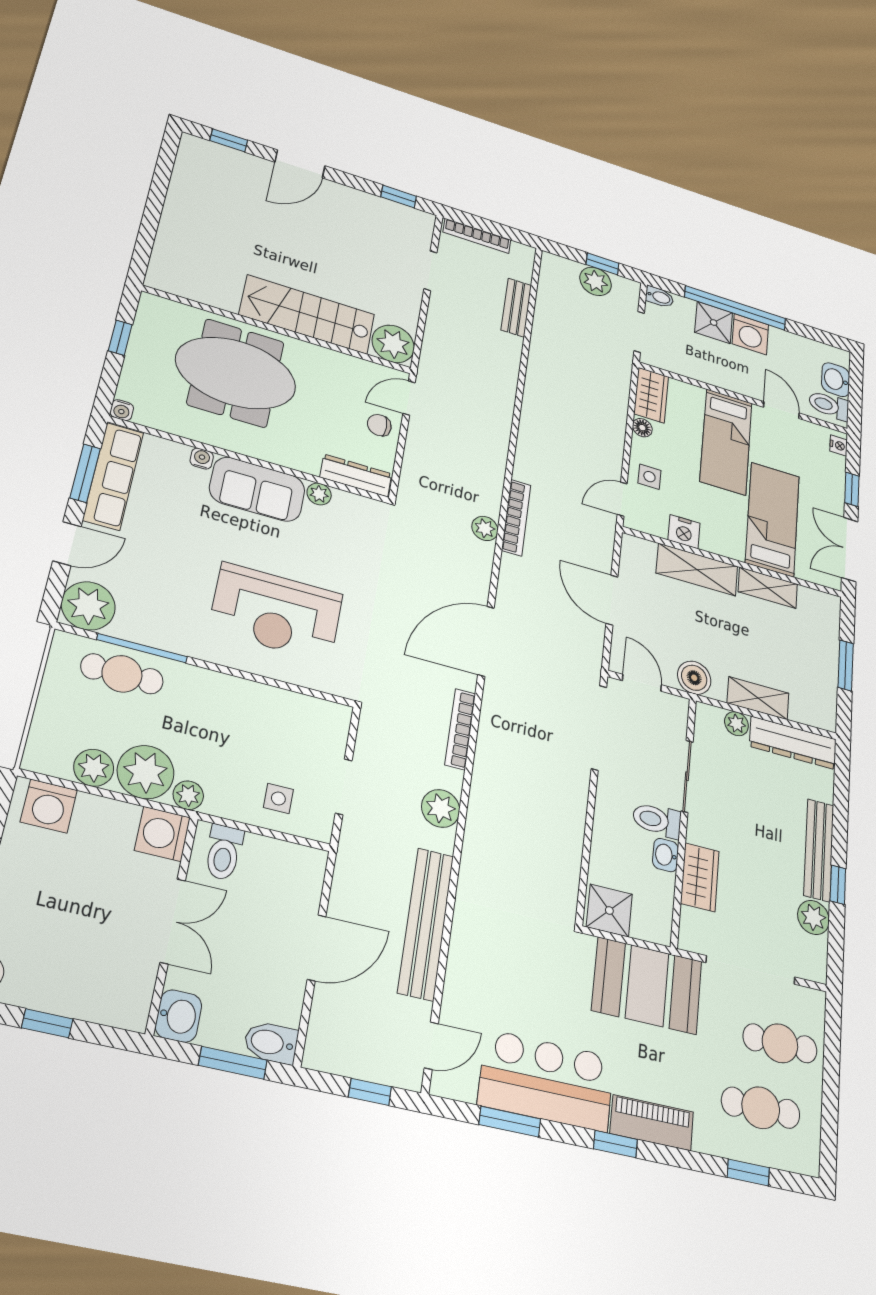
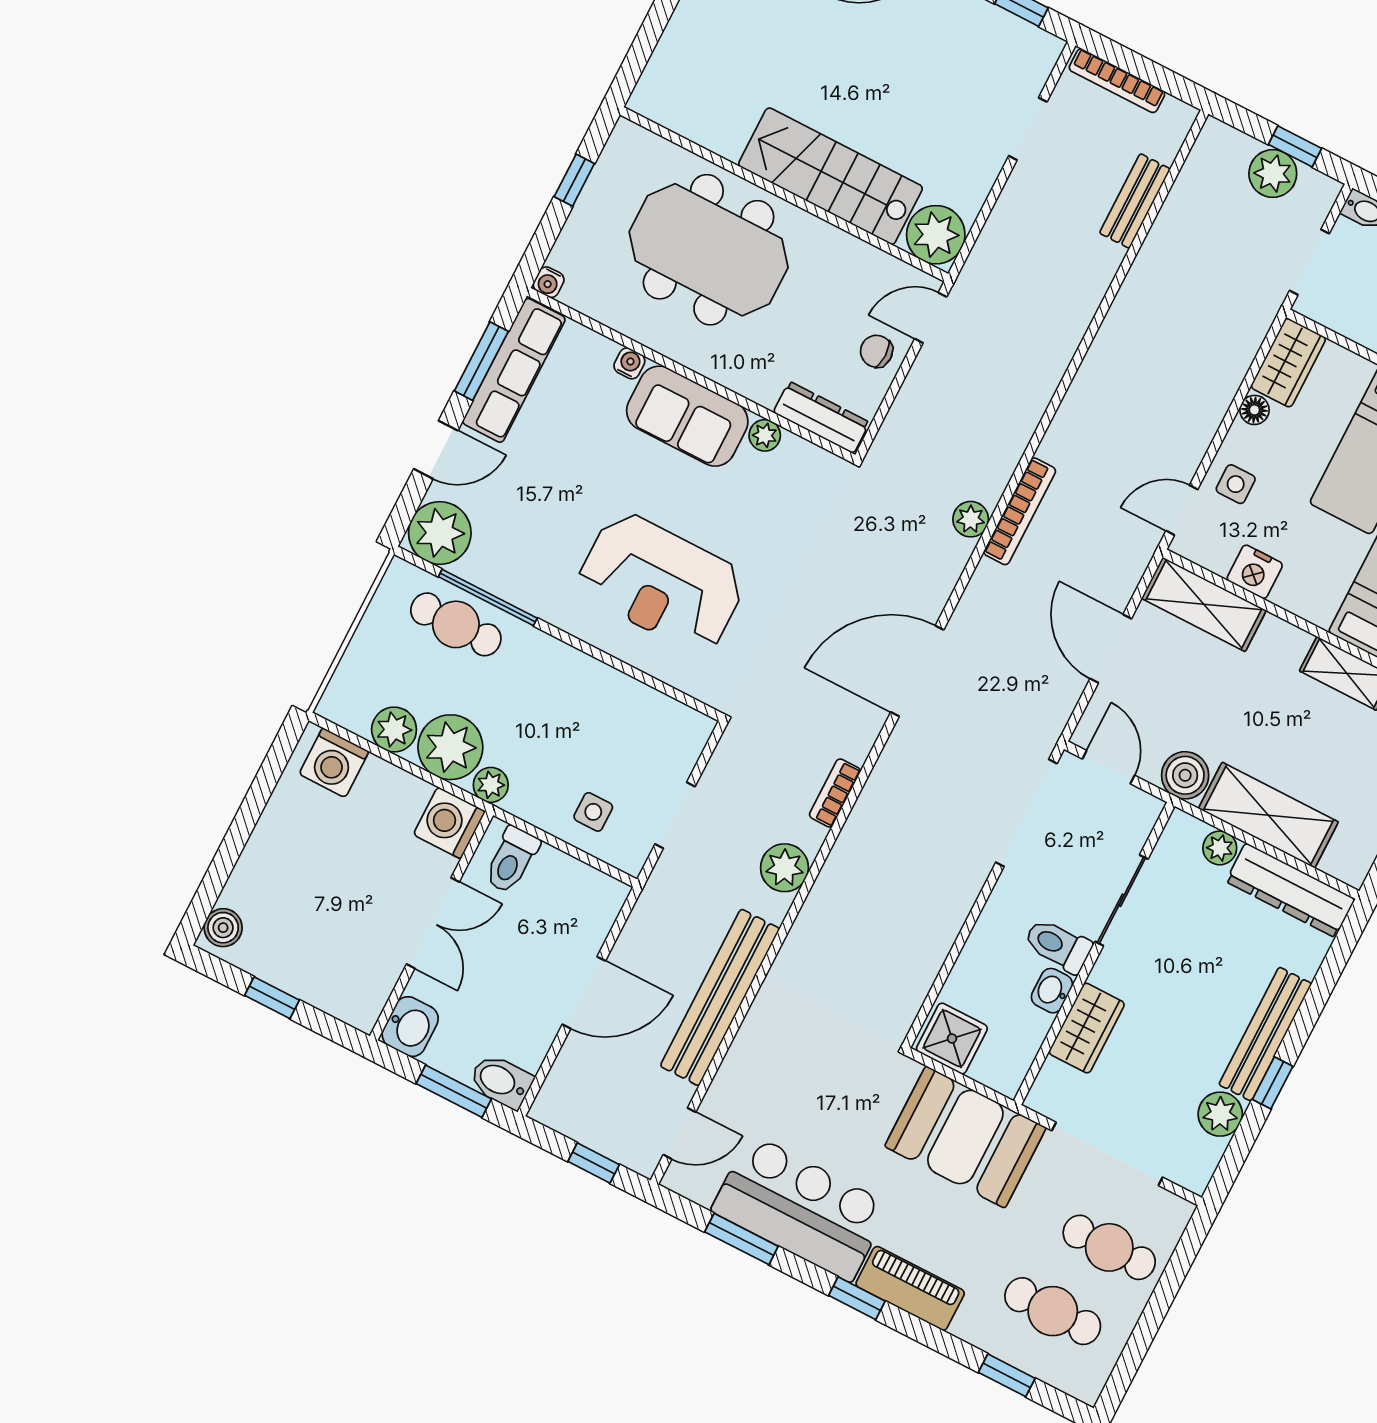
shelving: (697, 570) -> (1204, 604), moved
shelving: (758, 698) -> (1268, 815), width x1.50, depth x1.33
bookcase: (460, 729) -> (835, 793), width x0.64

